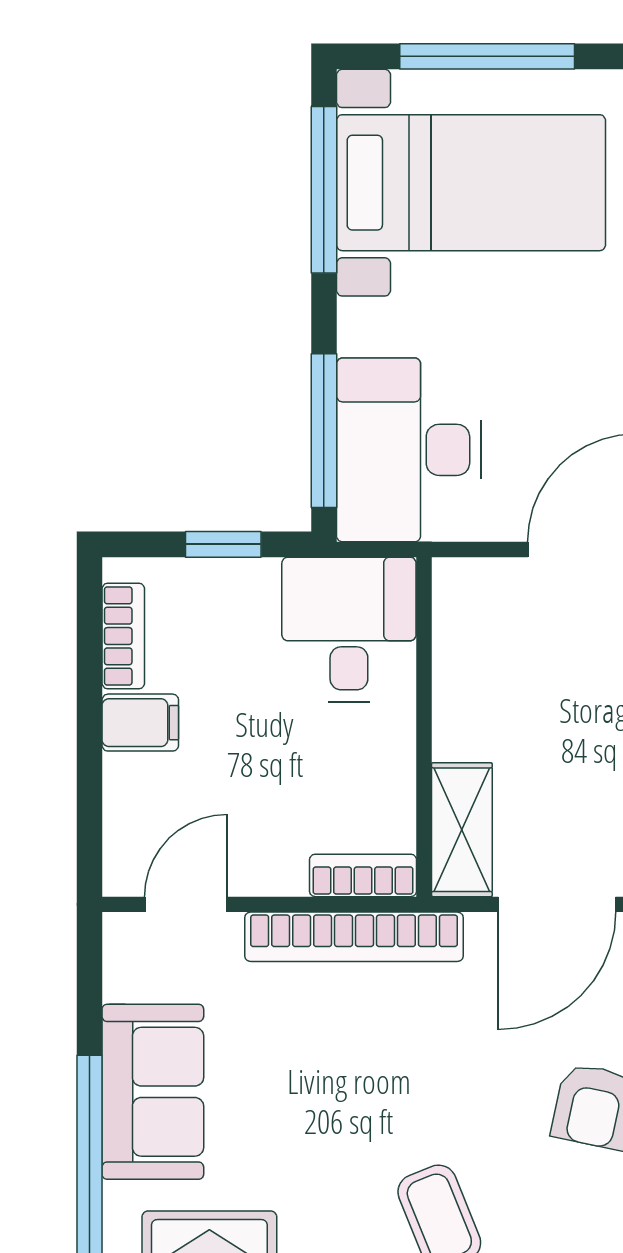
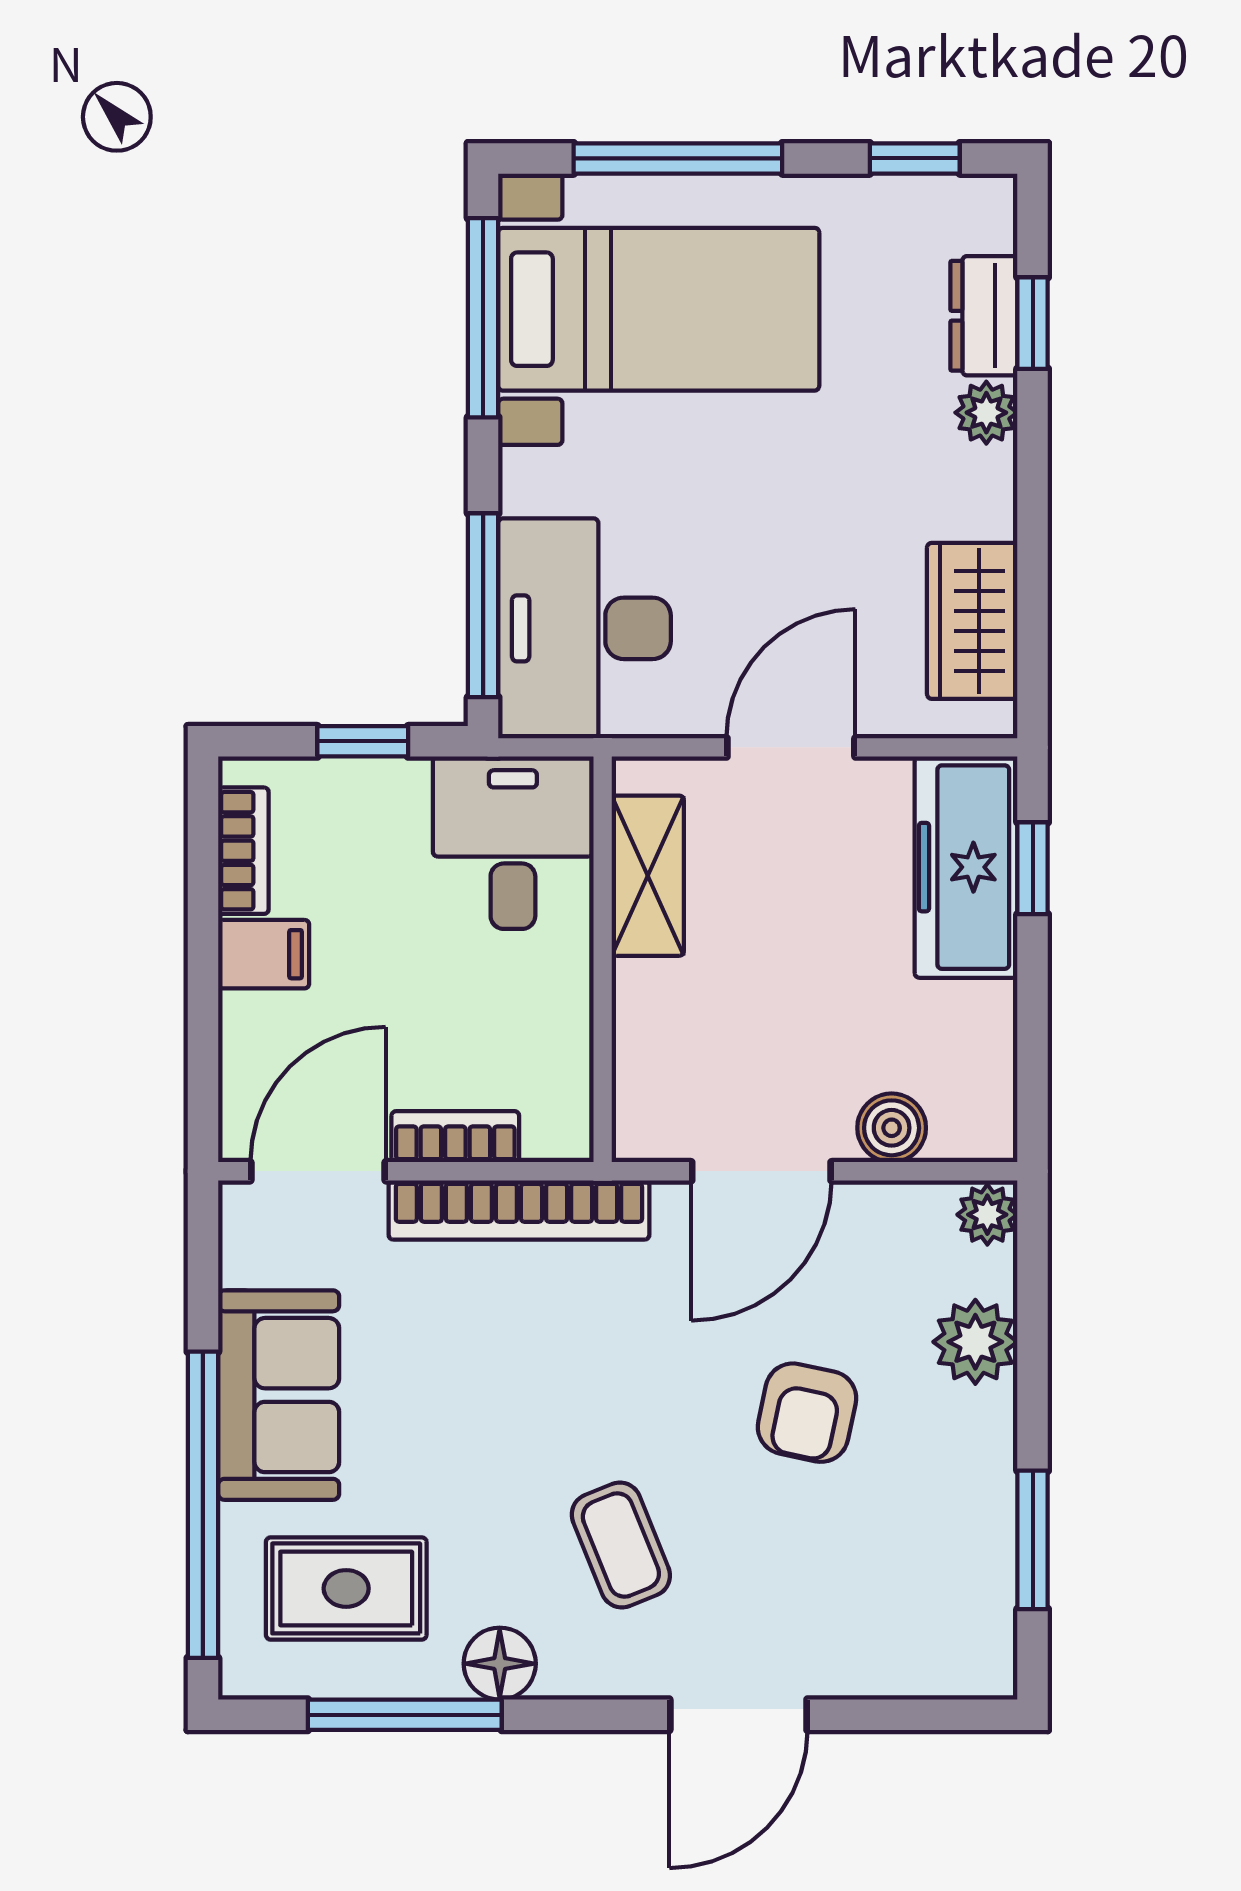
shelving: (462, 830) -> (648, 876), moved
bookcase: (363, 875) -> (455, 1137), moved
door: (186, 904) -> (318, 1171), width x1.38

